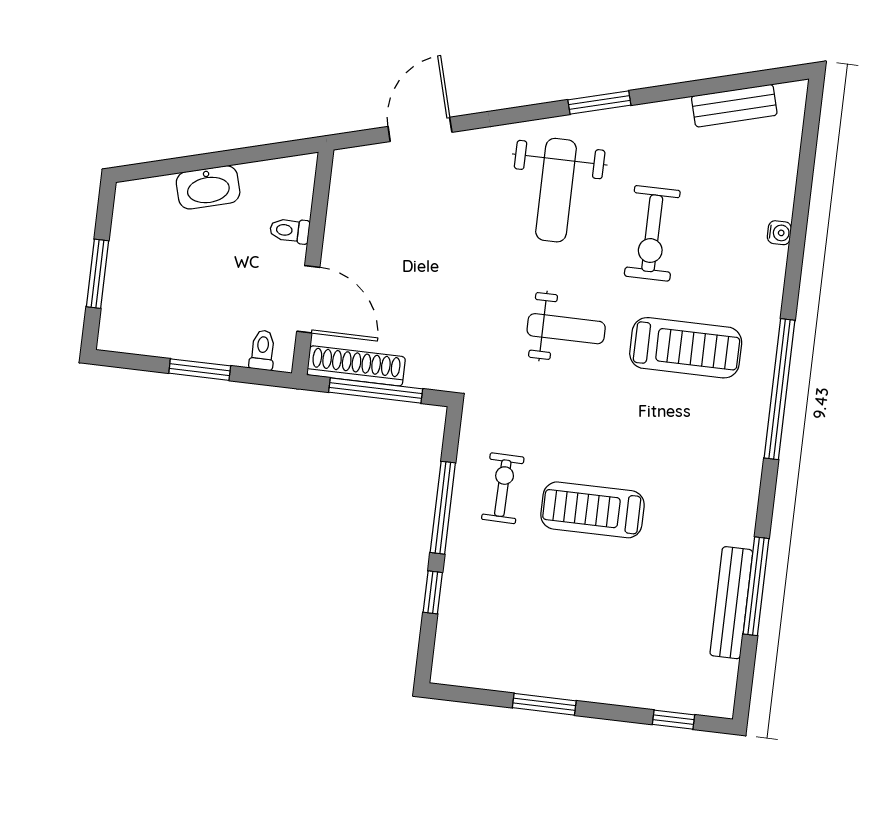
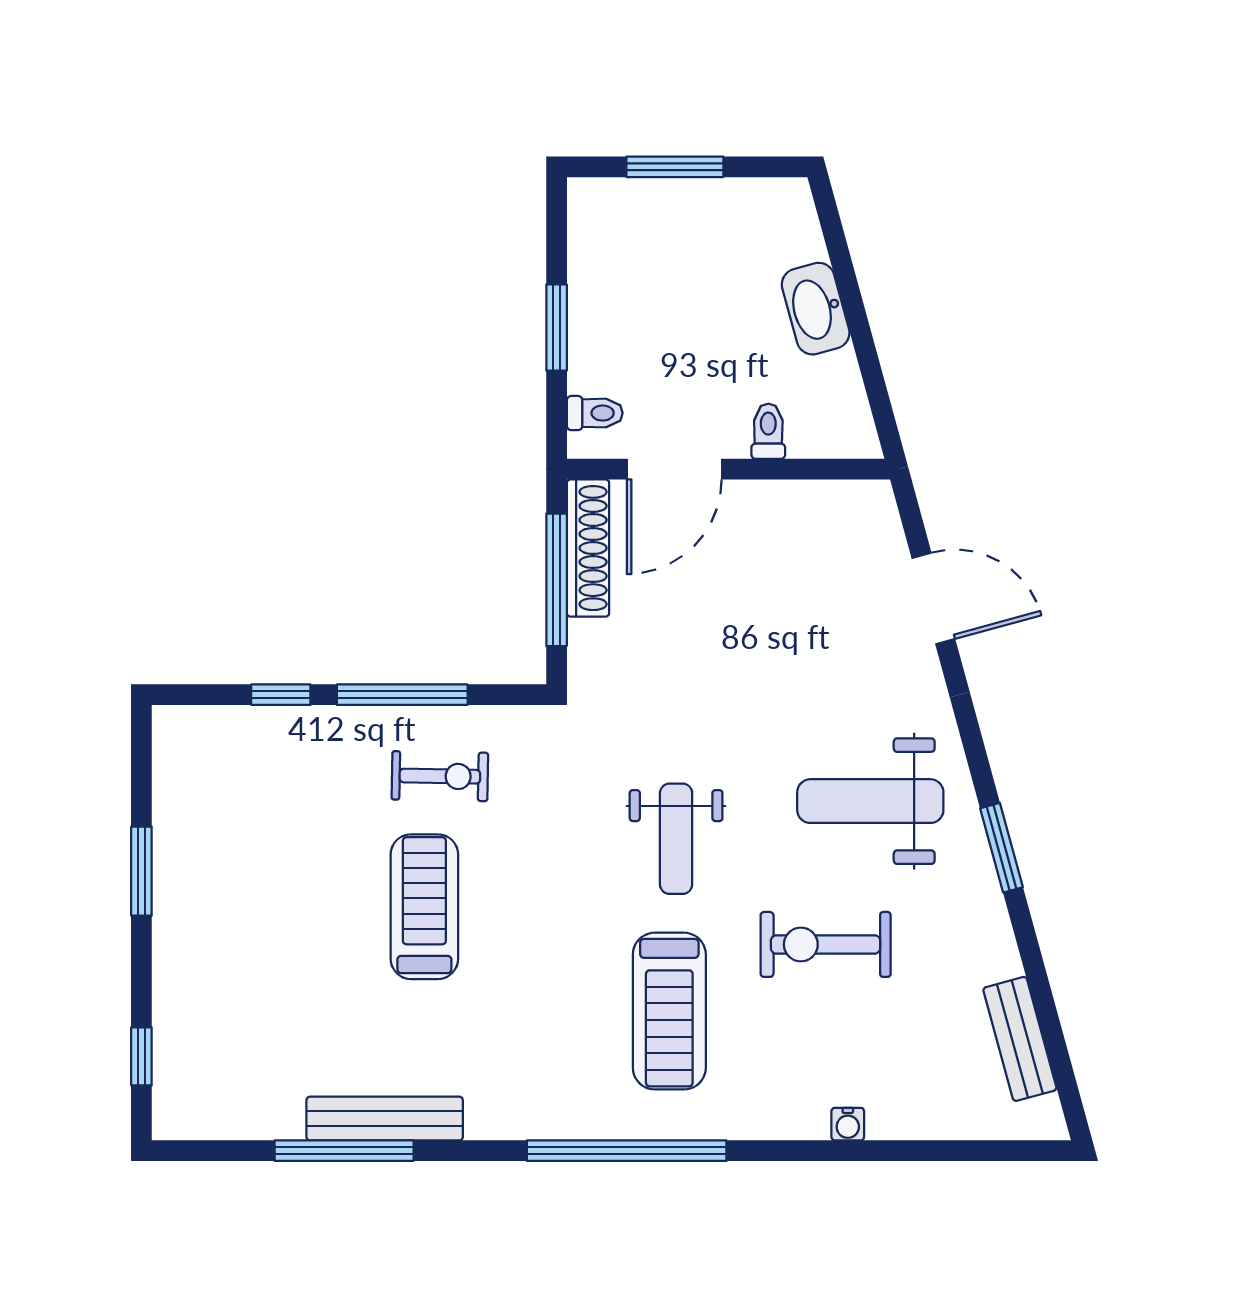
bench: (731, 603) -> (385, 1119), moved

